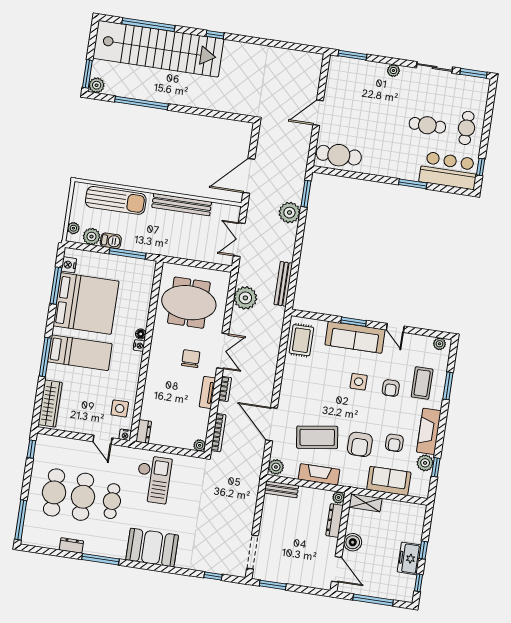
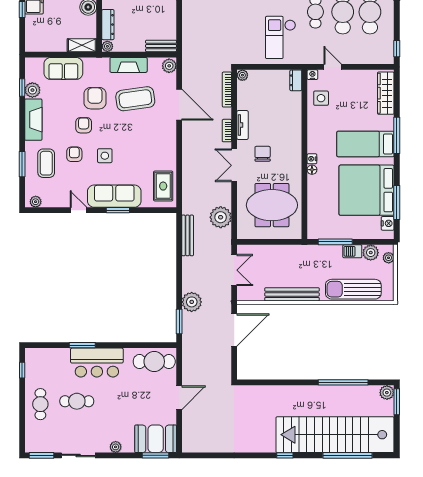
booth: (350, 73) -> (156, 439), added
bar counter: (449, 170) -> (97, 363), moved
chair: (191, 359) -> (263, 154), turned 180
armchair: (394, 443) -> (84, 125), moved

